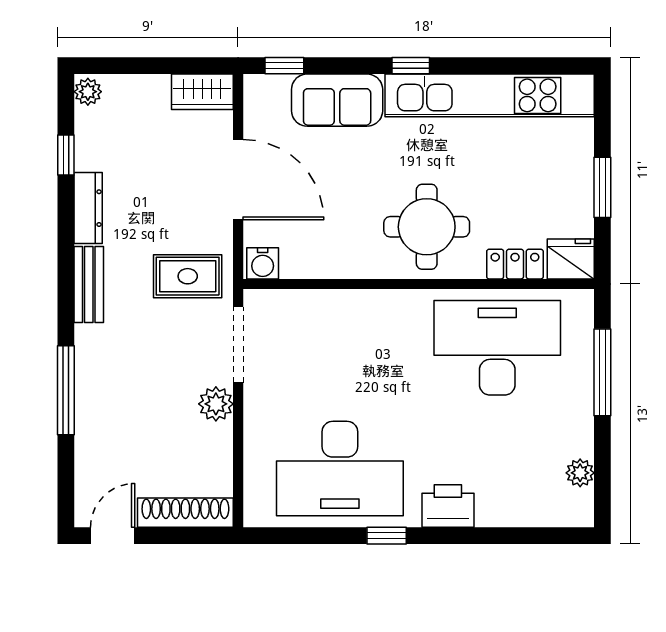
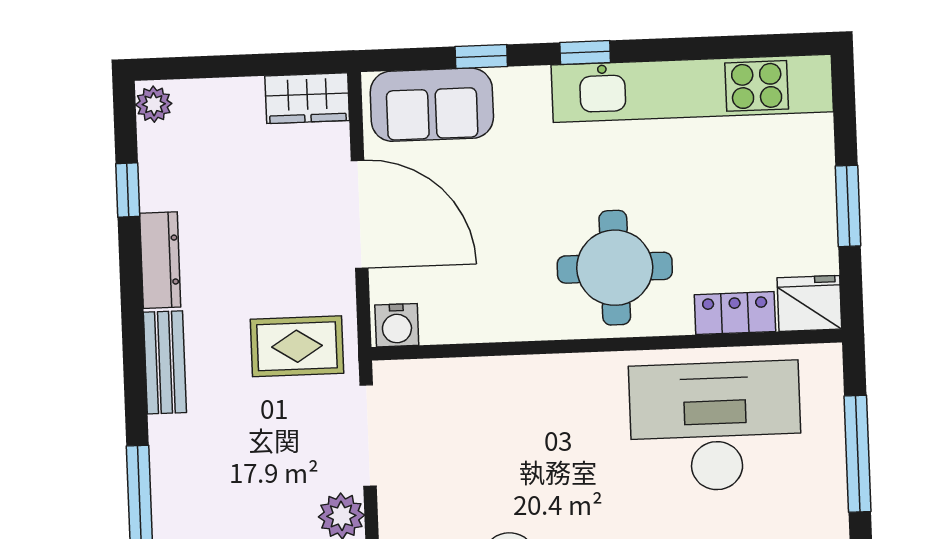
window: (284, 66) -> (481, 56), moved
sofa: (337, 100) -> (432, 105), moved

